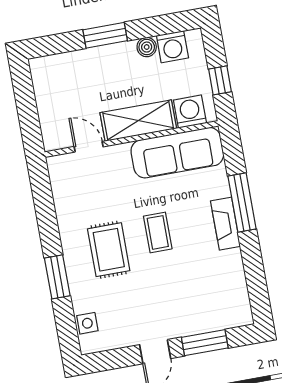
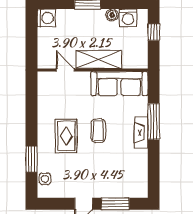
window: (220, 80) -> (154, 32), moved
washing machine: (190, 112) -> (46, 18), moved, turned 90
window: (57, 277) -> (31, 159), moved

